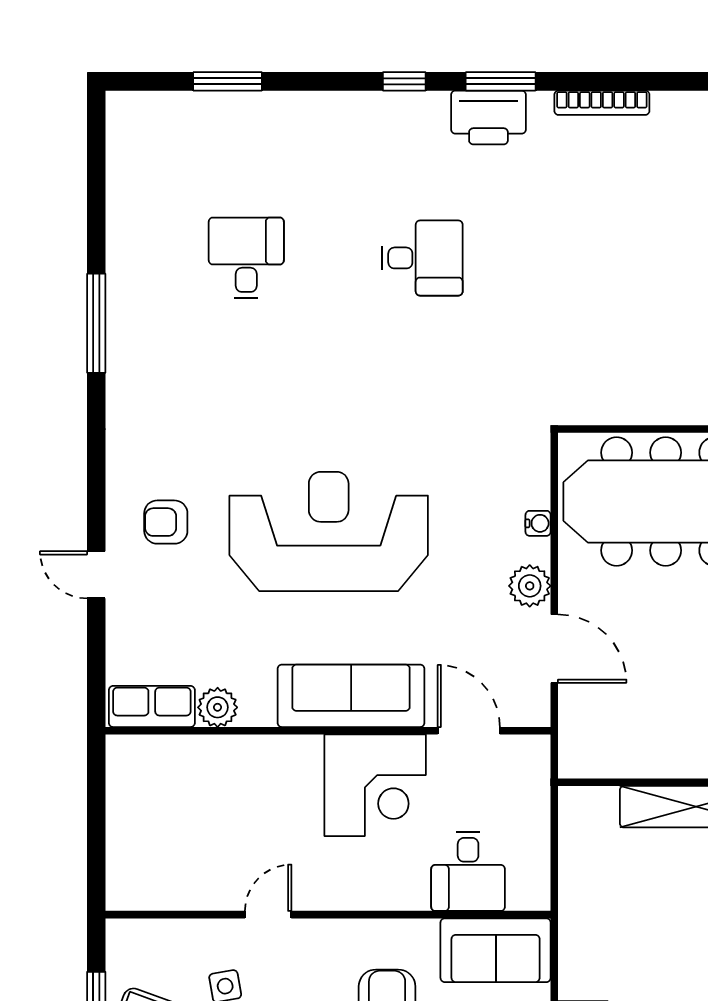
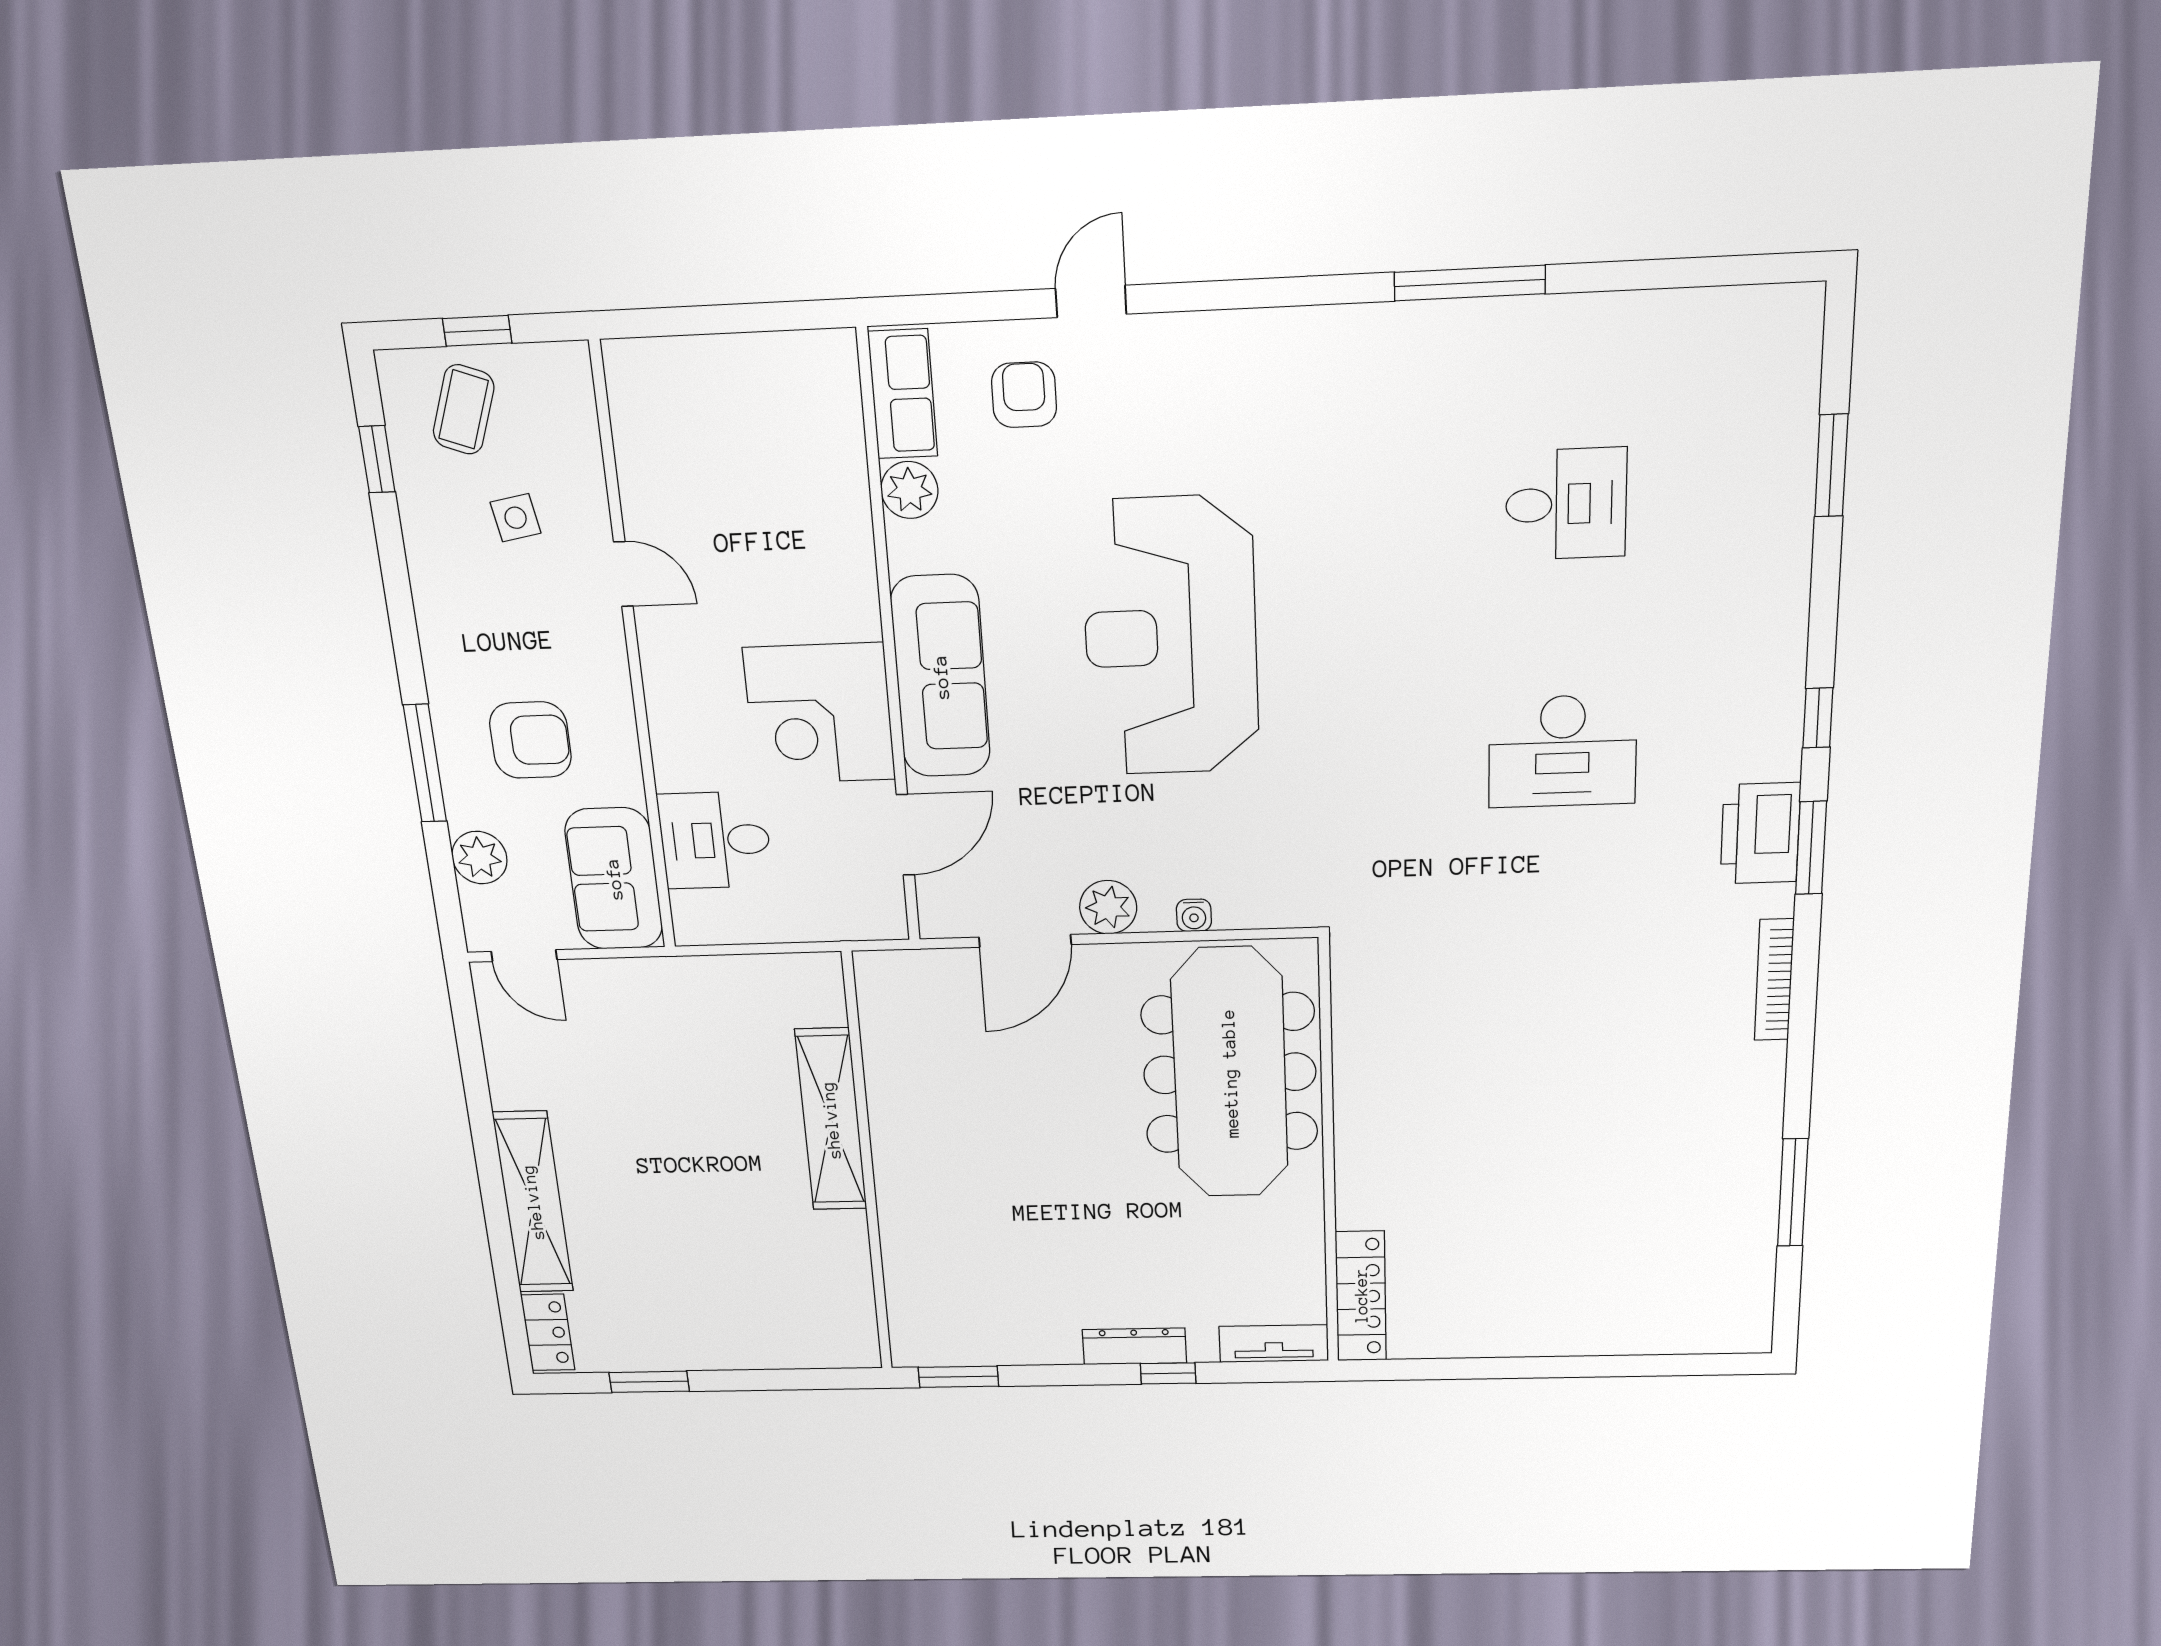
desk: (422, 258) -> (1562, 751), width x1.37
armchair: (166, 522) -> (1024, 395), moved
reception desk: (329, 531) -> (1171, 637), turned 180

